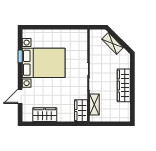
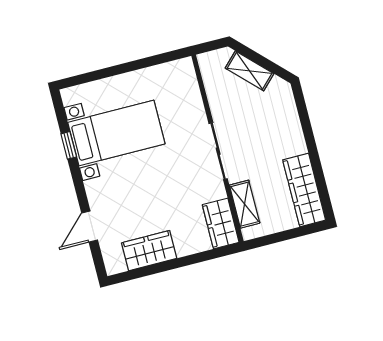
bed with nightstands: (44, 63) -> (116, 133), width x0.73
wardrobe: (124, 85) -> (304, 190), moved

